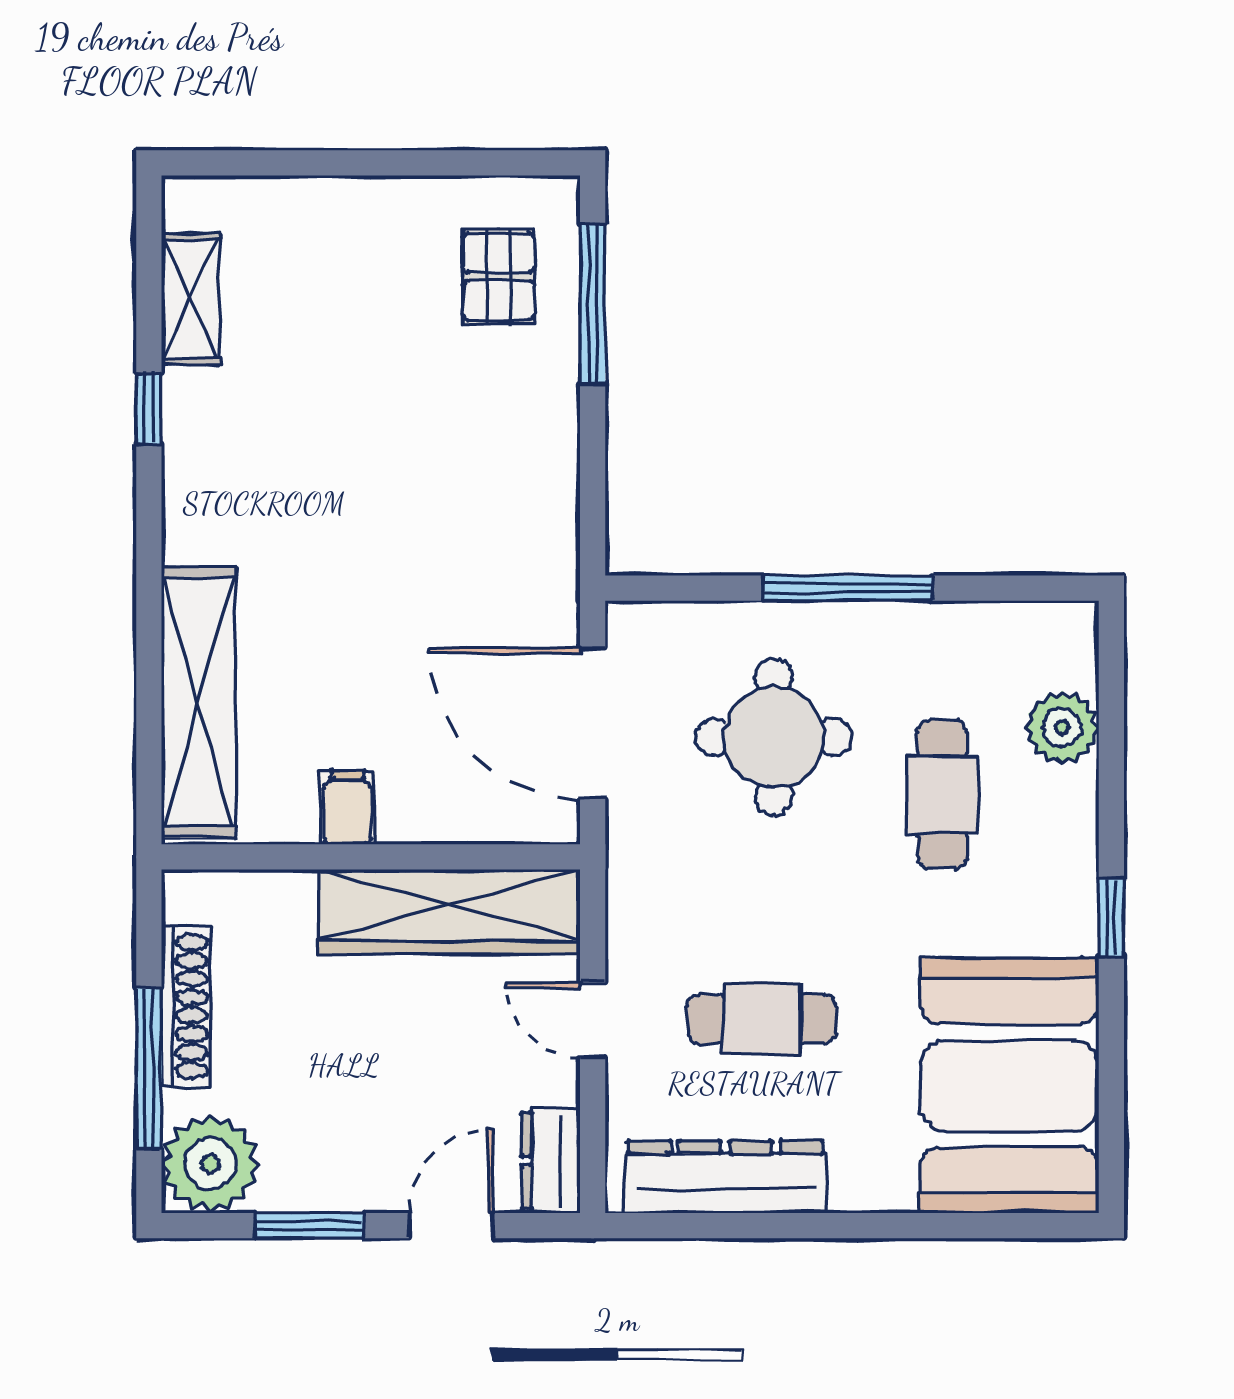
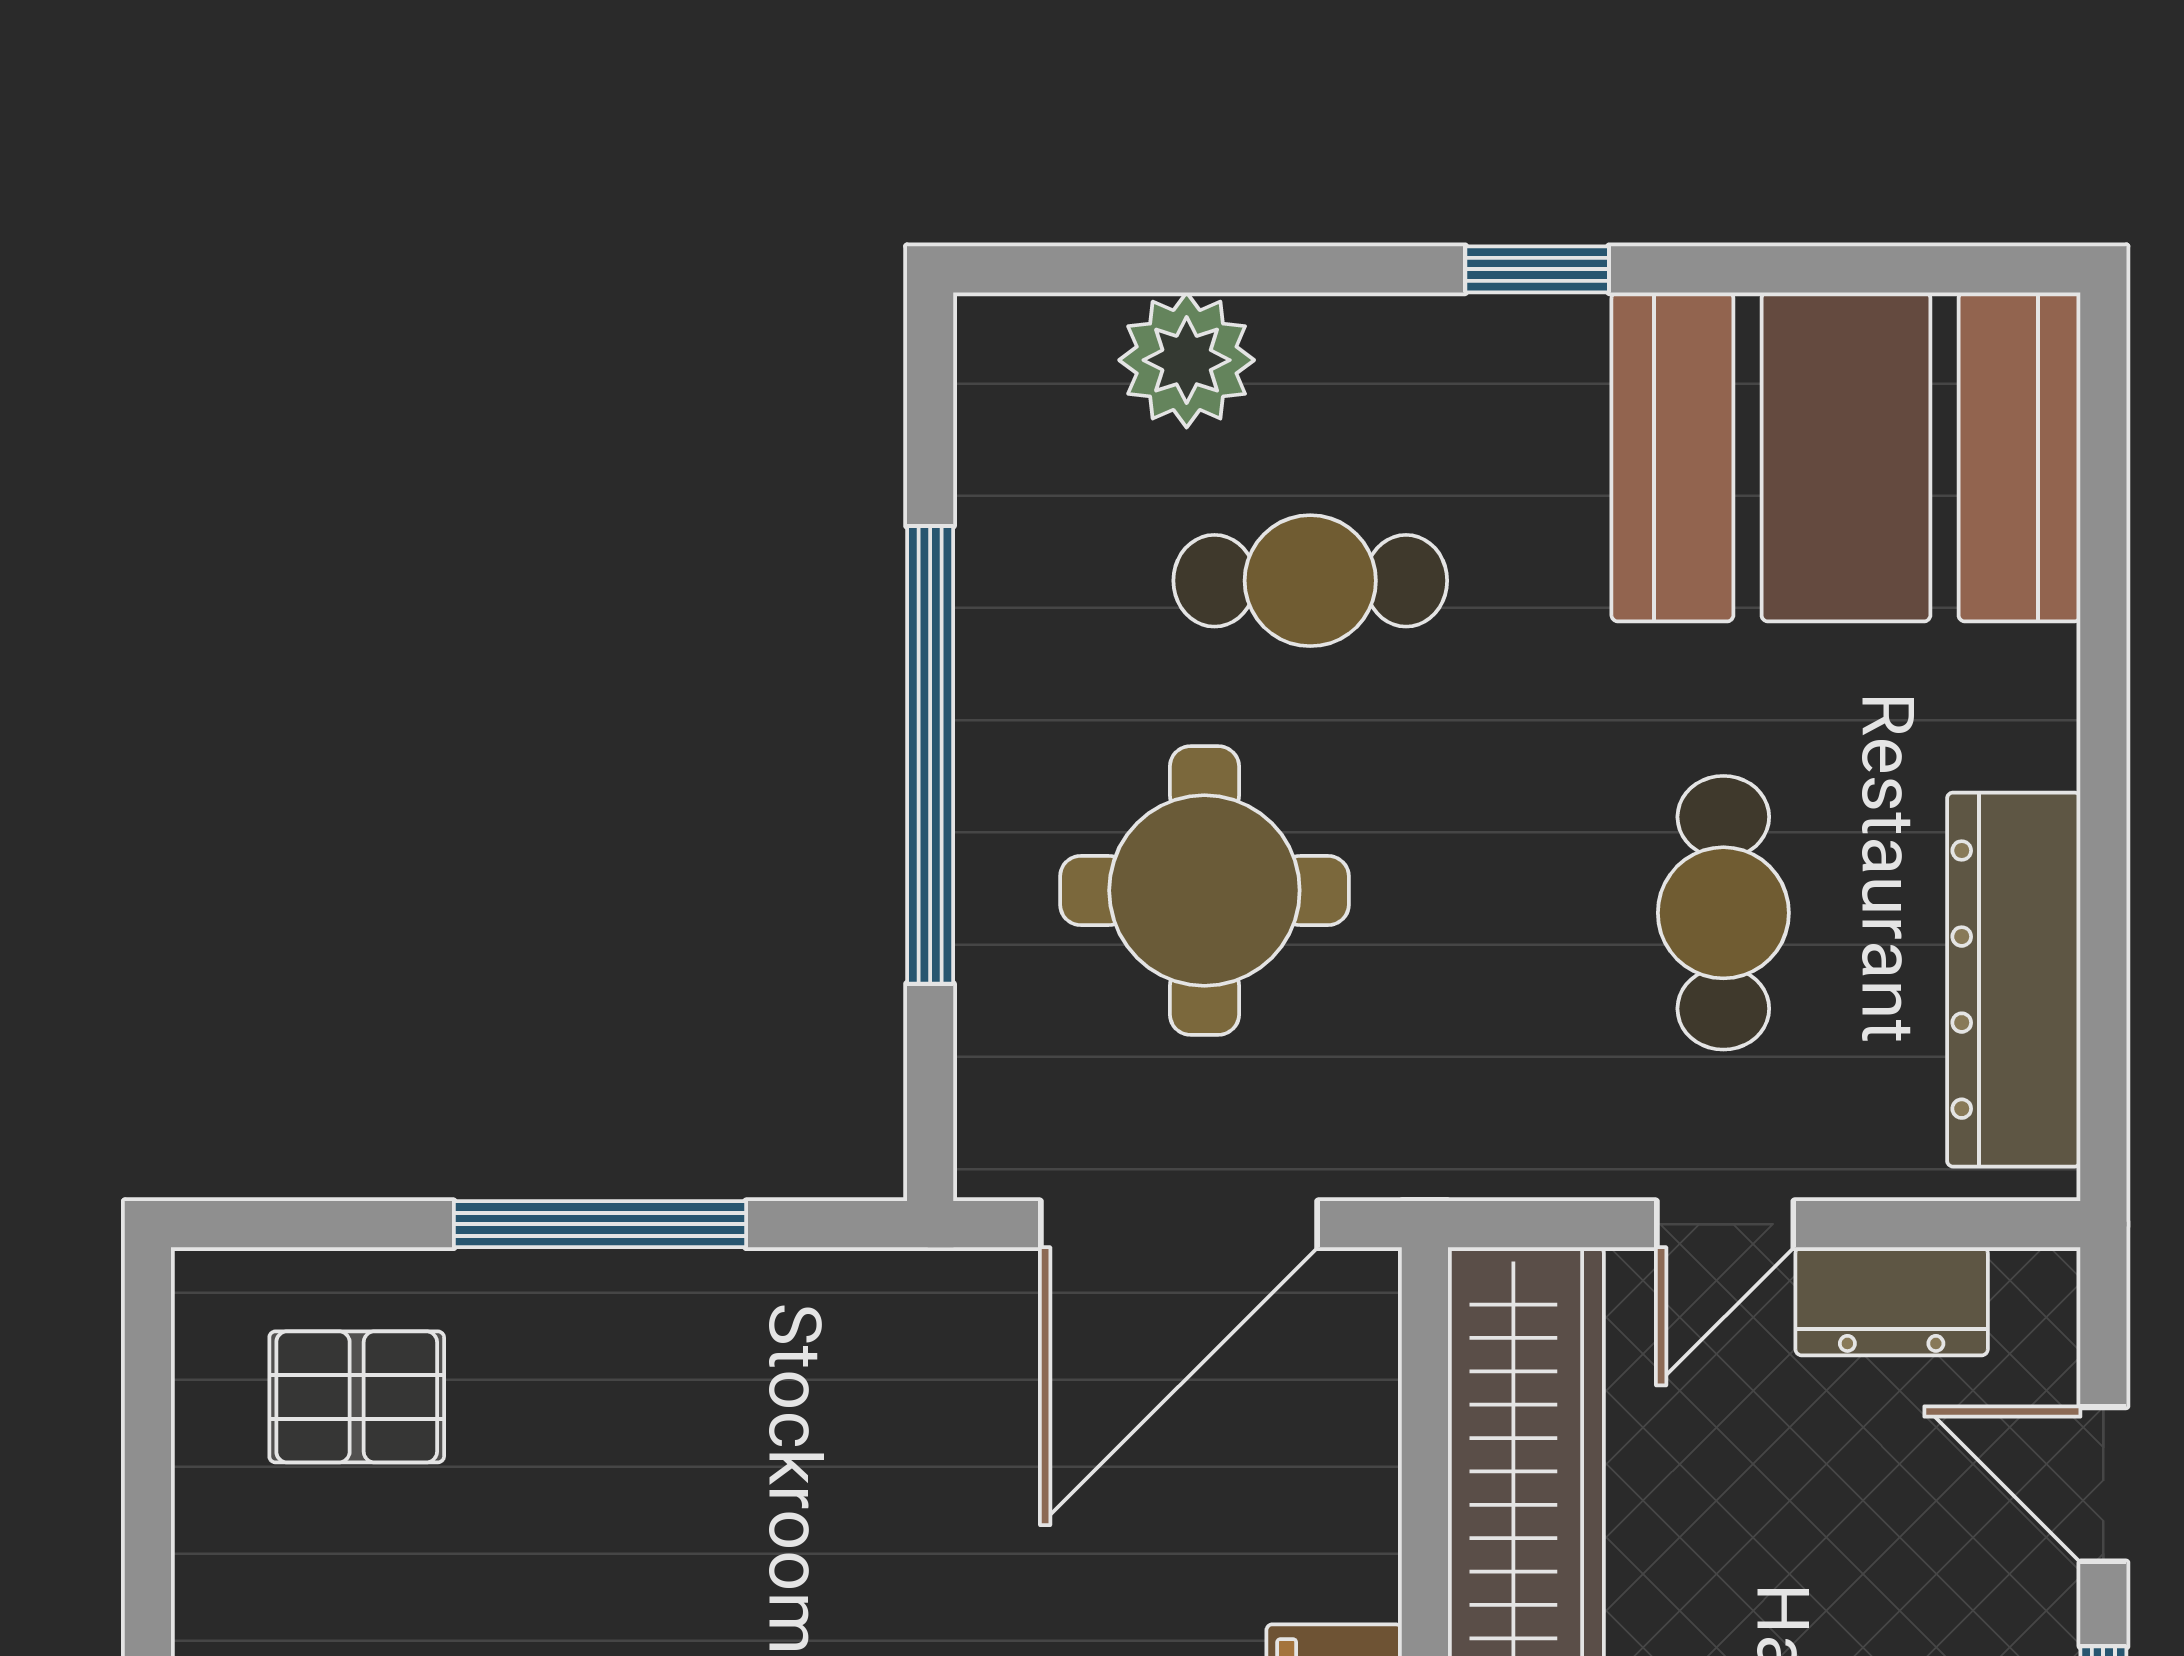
window: (593, 304) -> (600, 1224), moved
window: (847, 588) -> (930, 755), width x1.46
dresser: (551, 1161) -> (1892, 1301), moved

